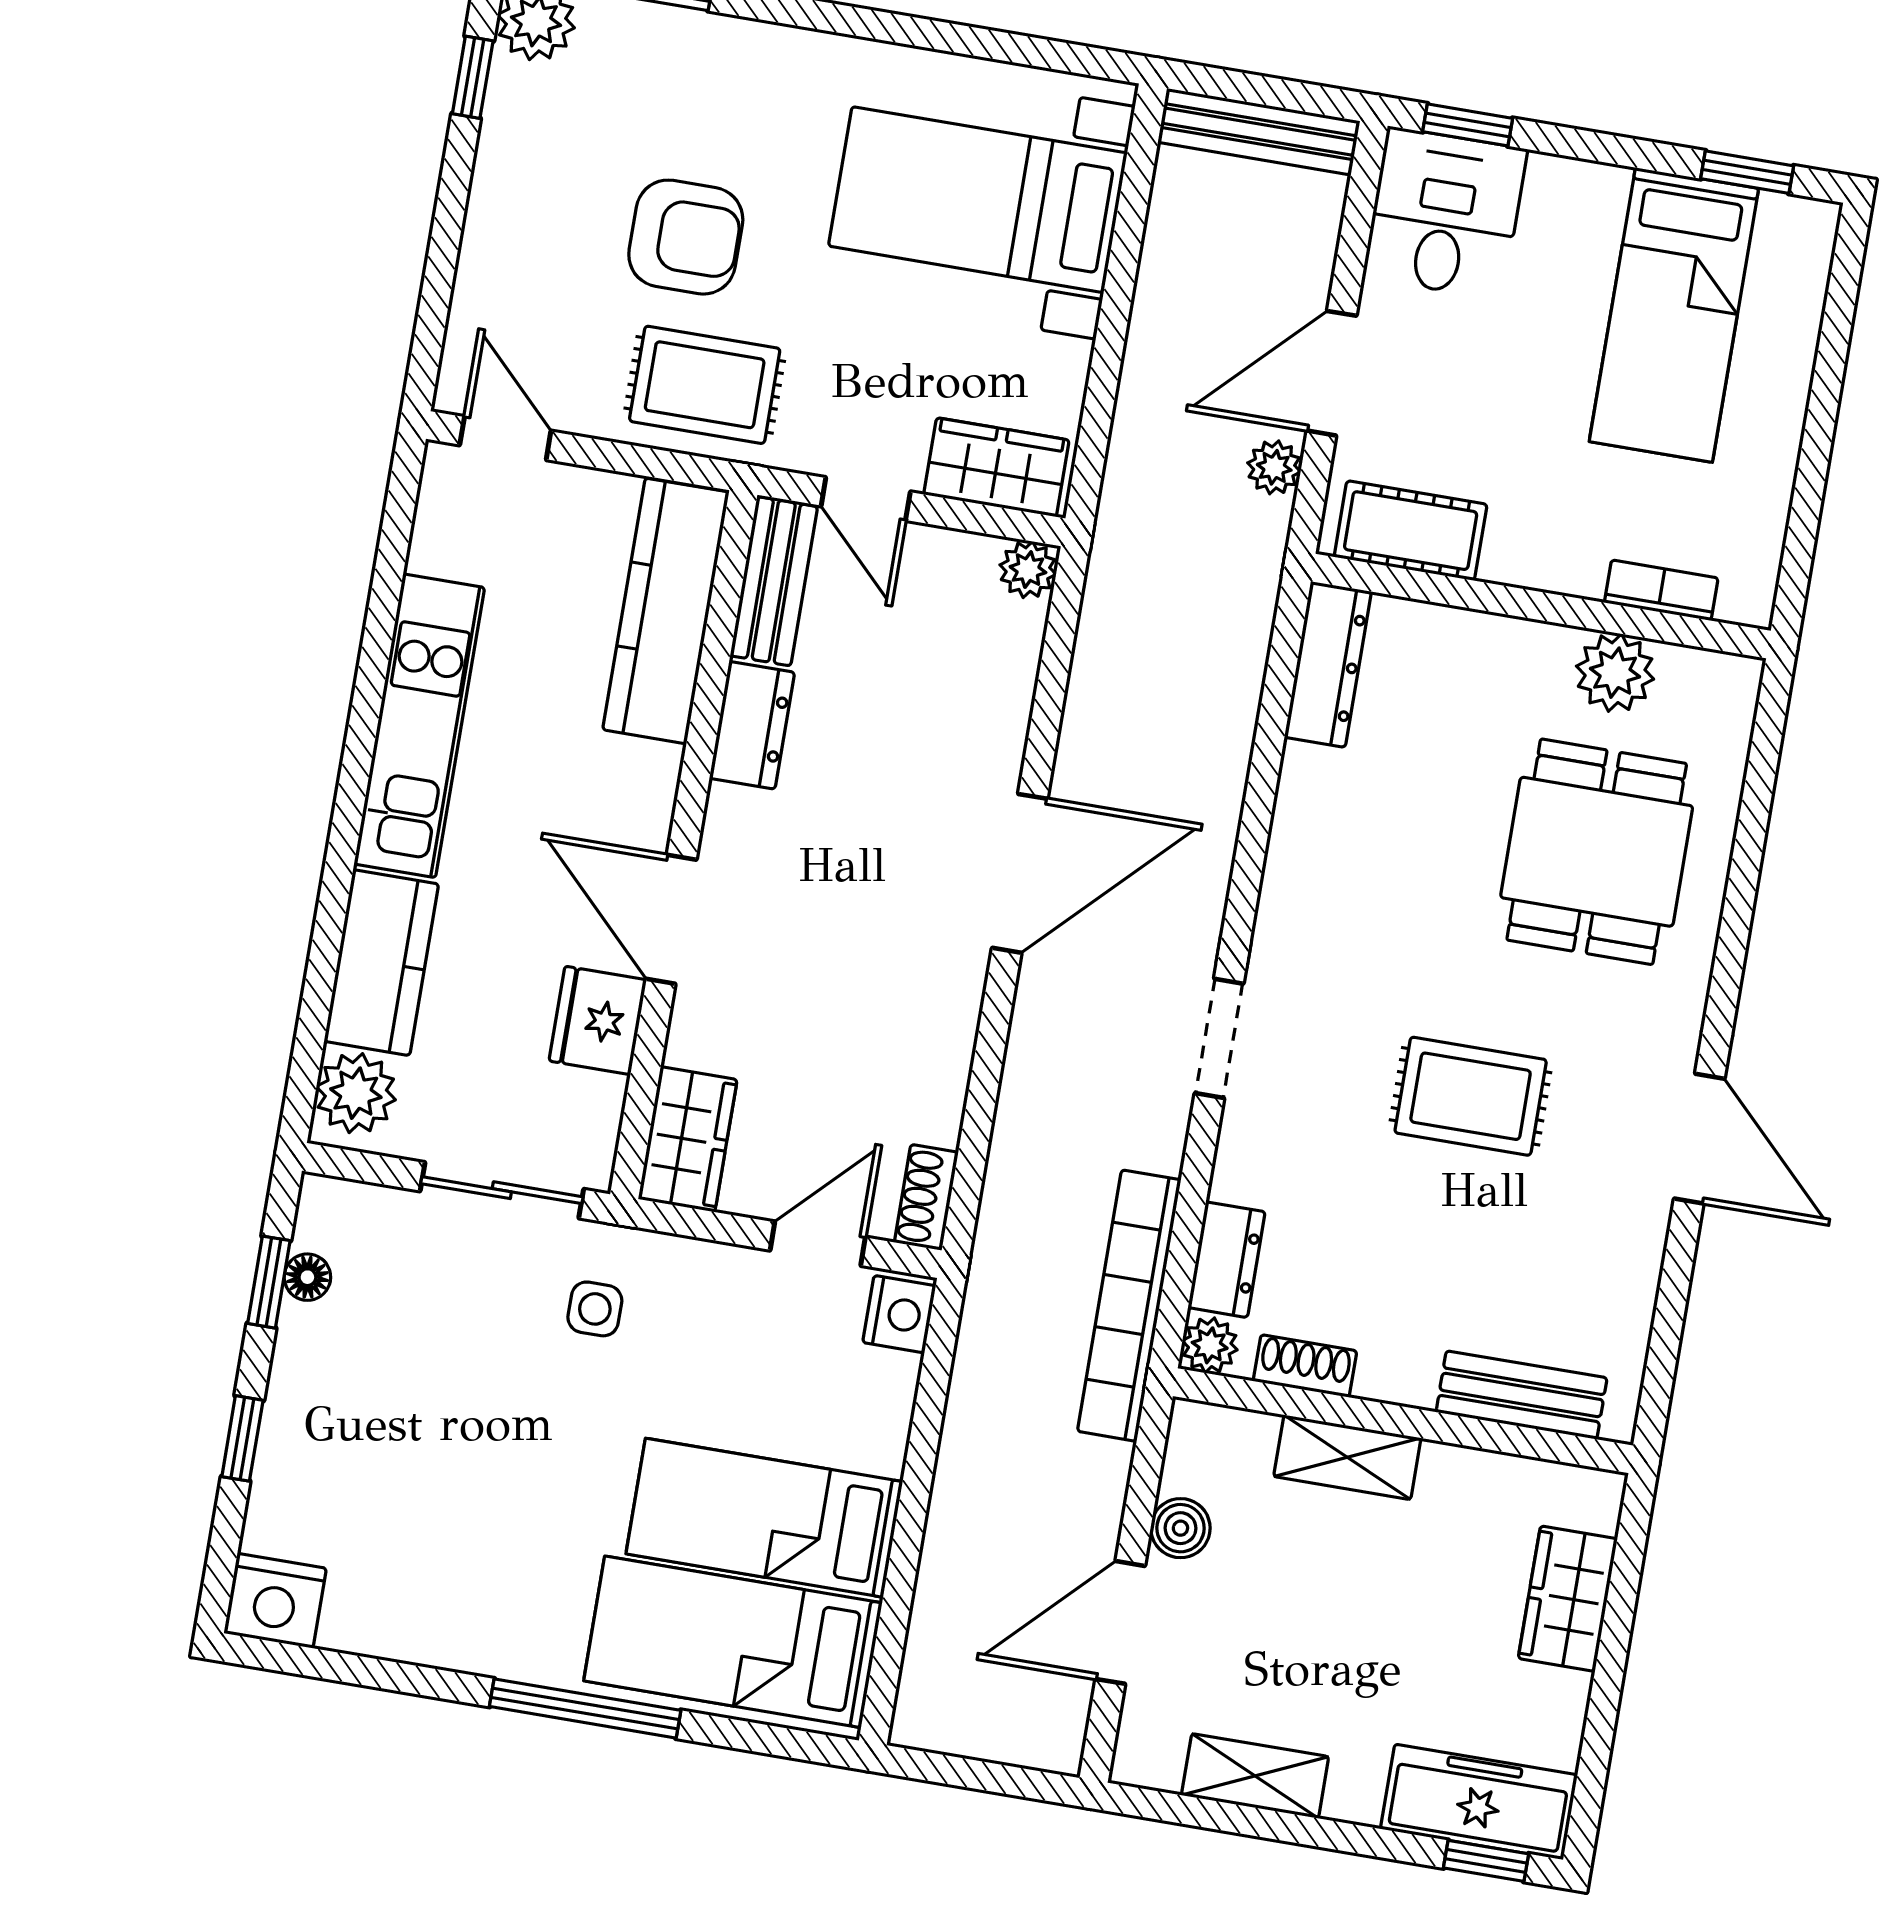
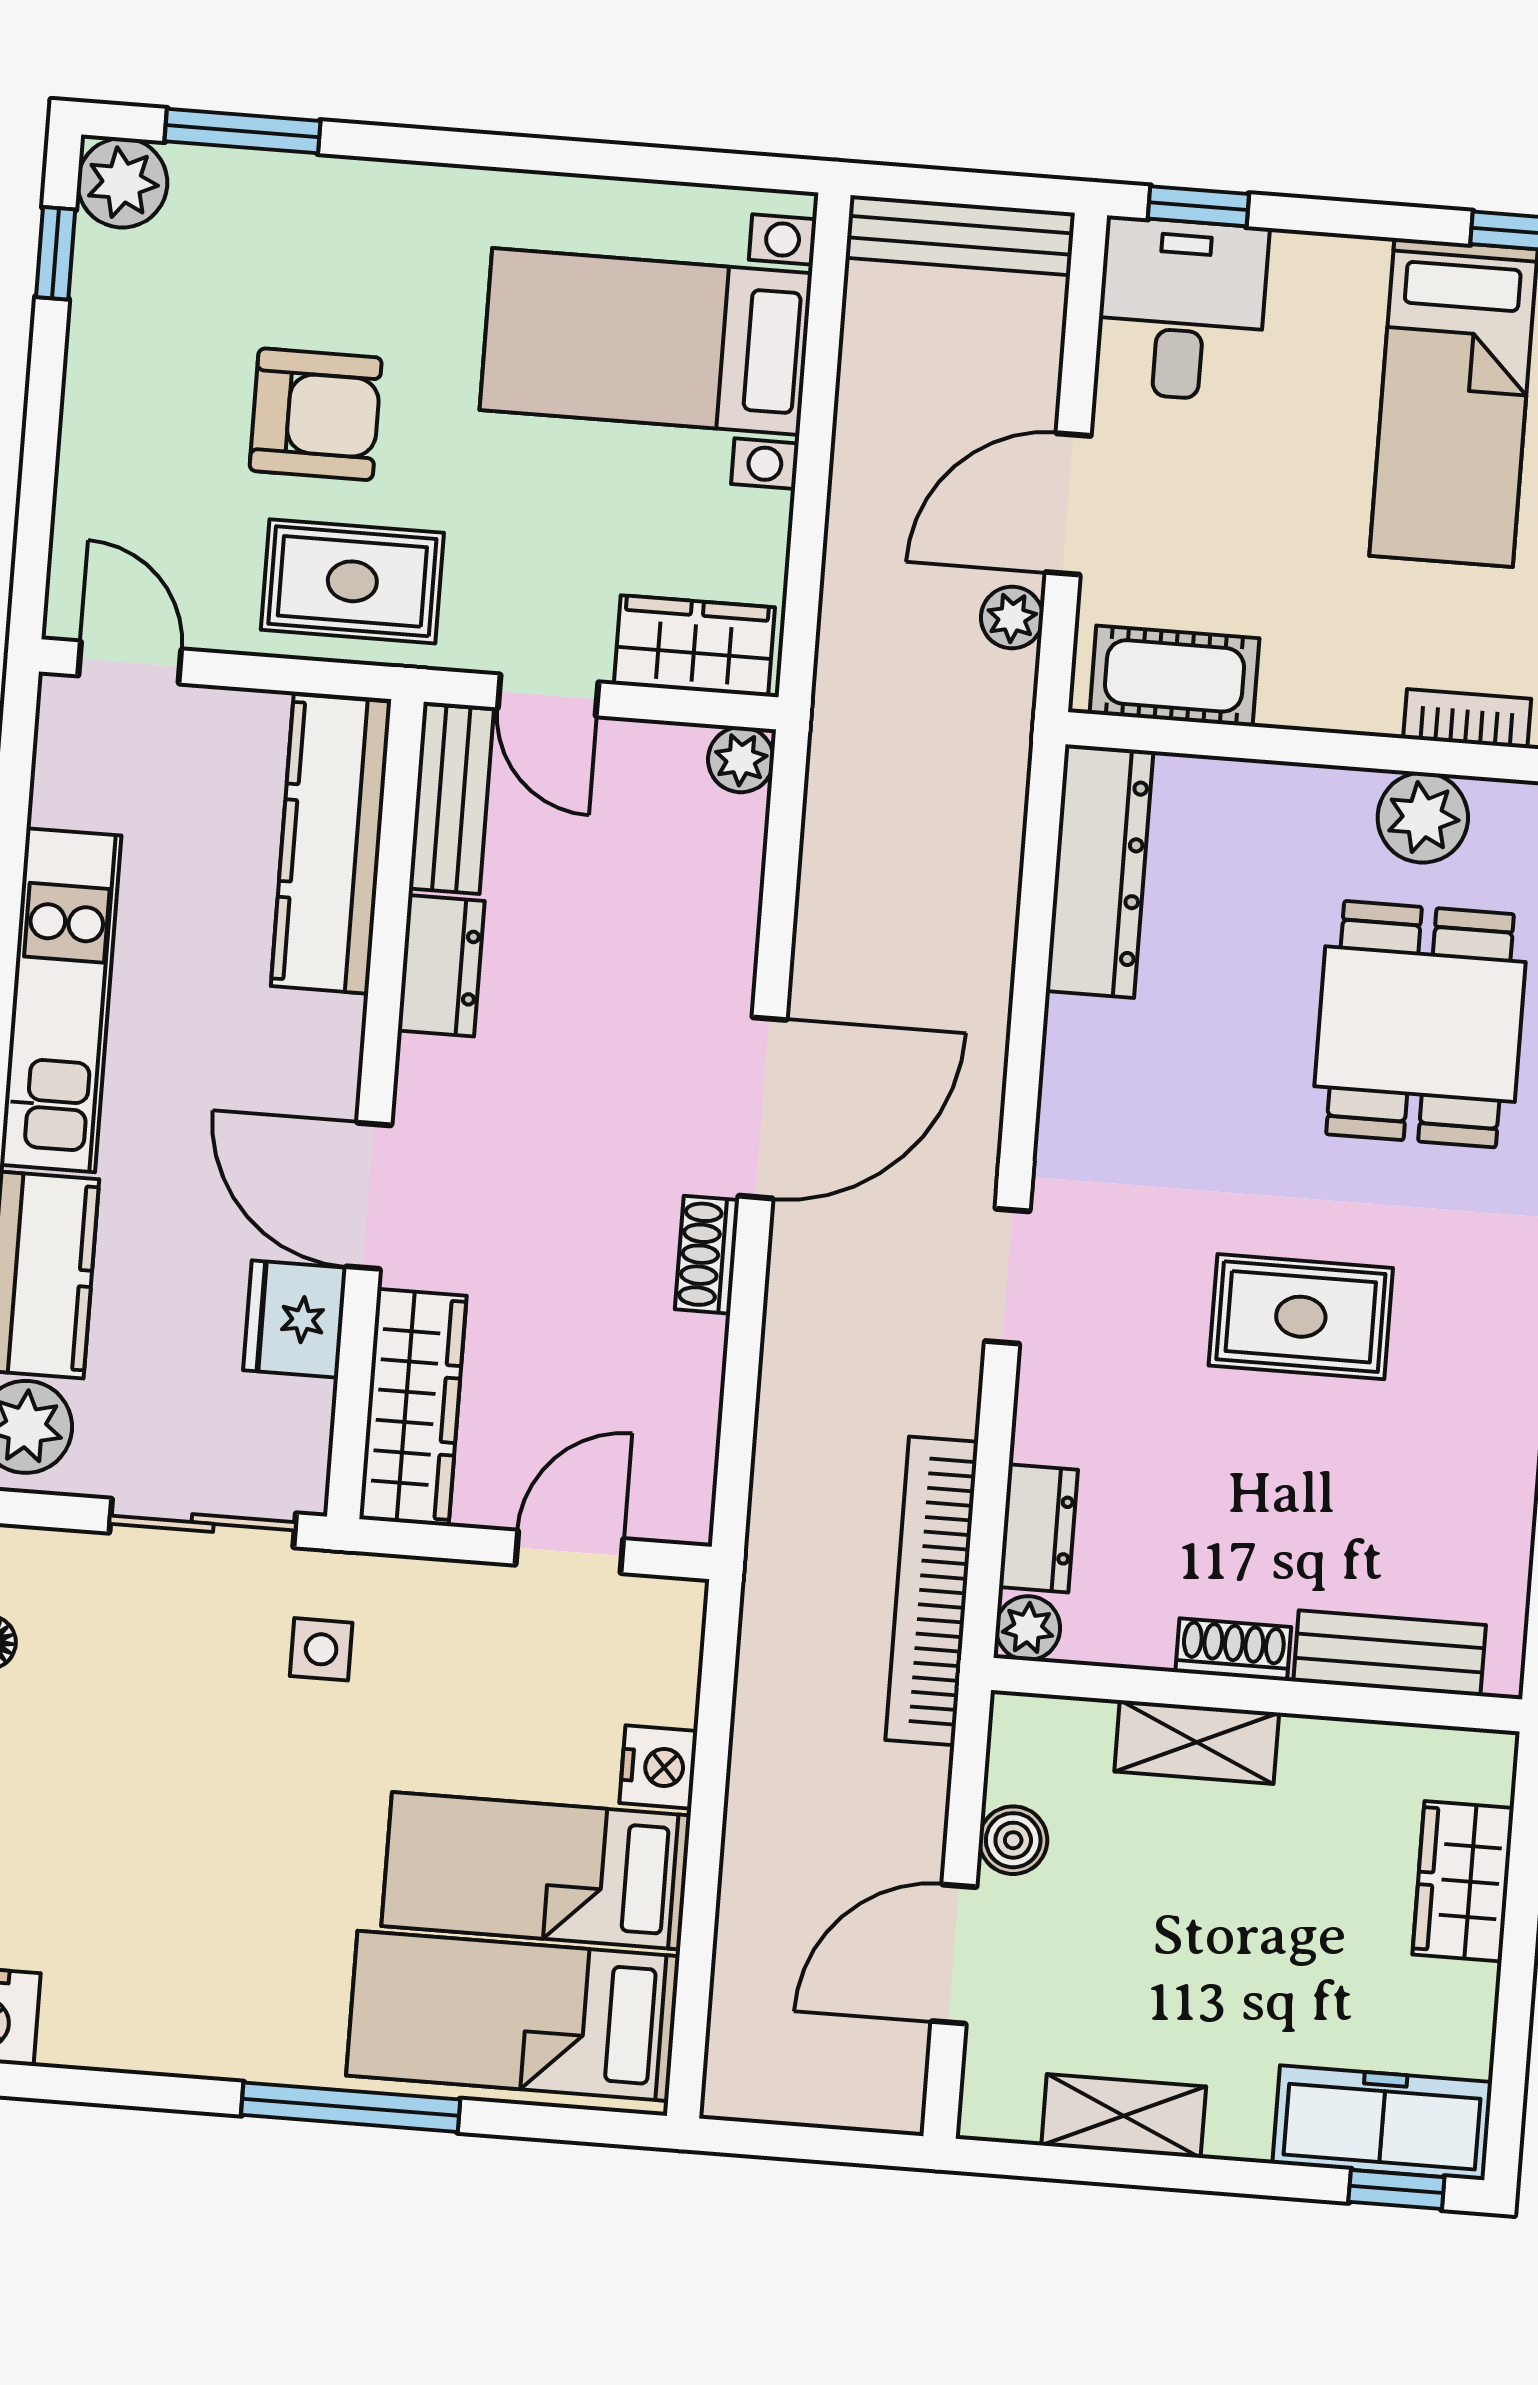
dresser: (1328, 664) -> (1100, 871), width x1.37, depth x1.24
wardrobe: (688, 1139) -> (413, 1407), width x1.50
shoe rack: (926, 1197) -> (707, 1255), moved
nightstand: (899, 1314) -> (658, 1767), moved
shoe rack: (1305, 1366) -> (1233, 1649), moved

